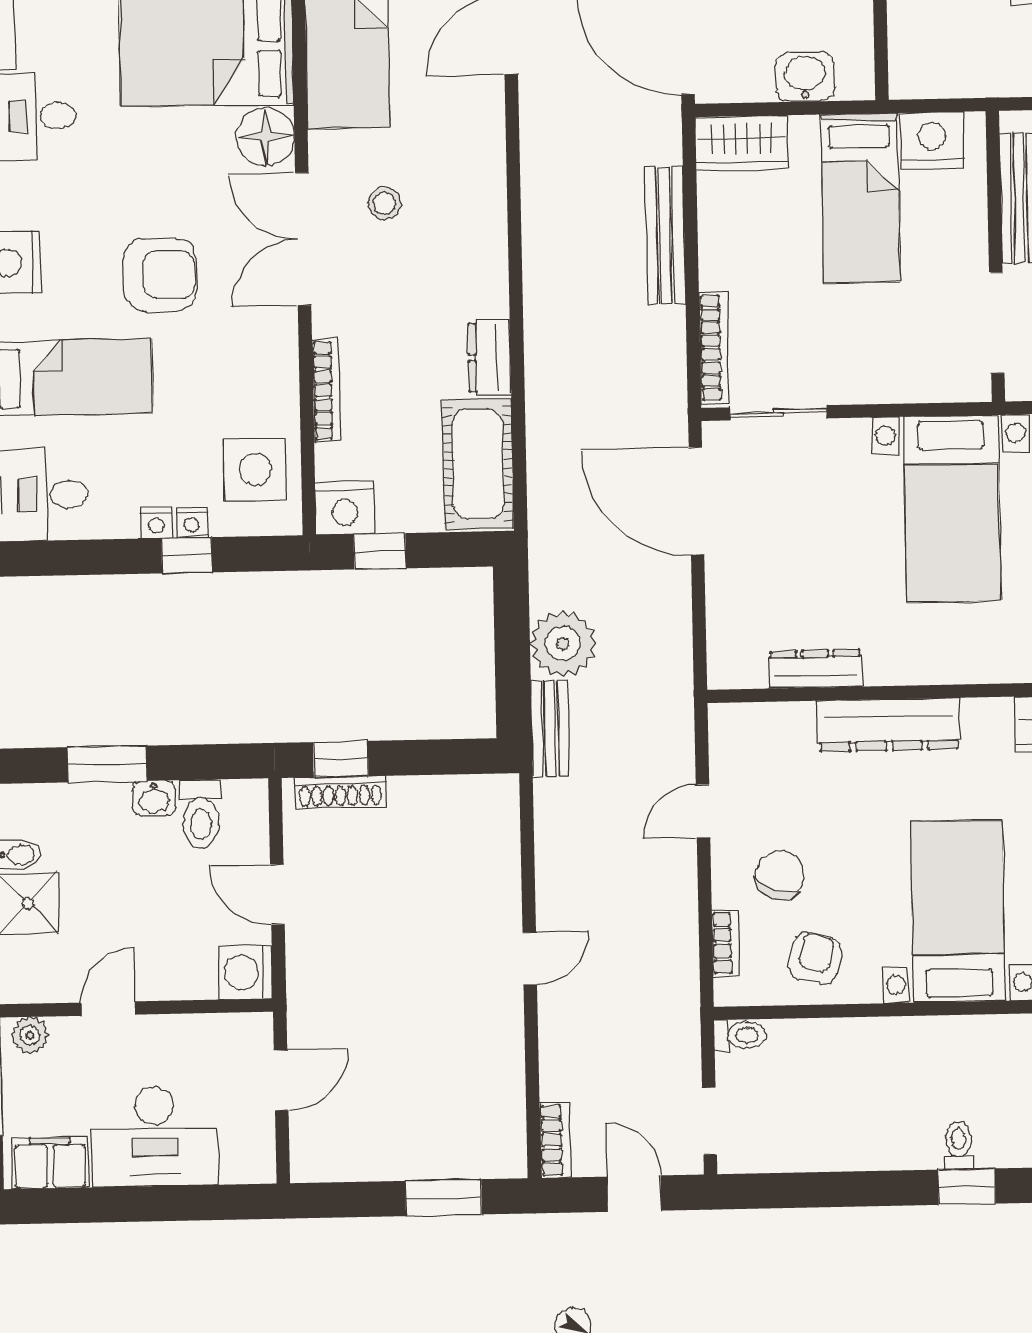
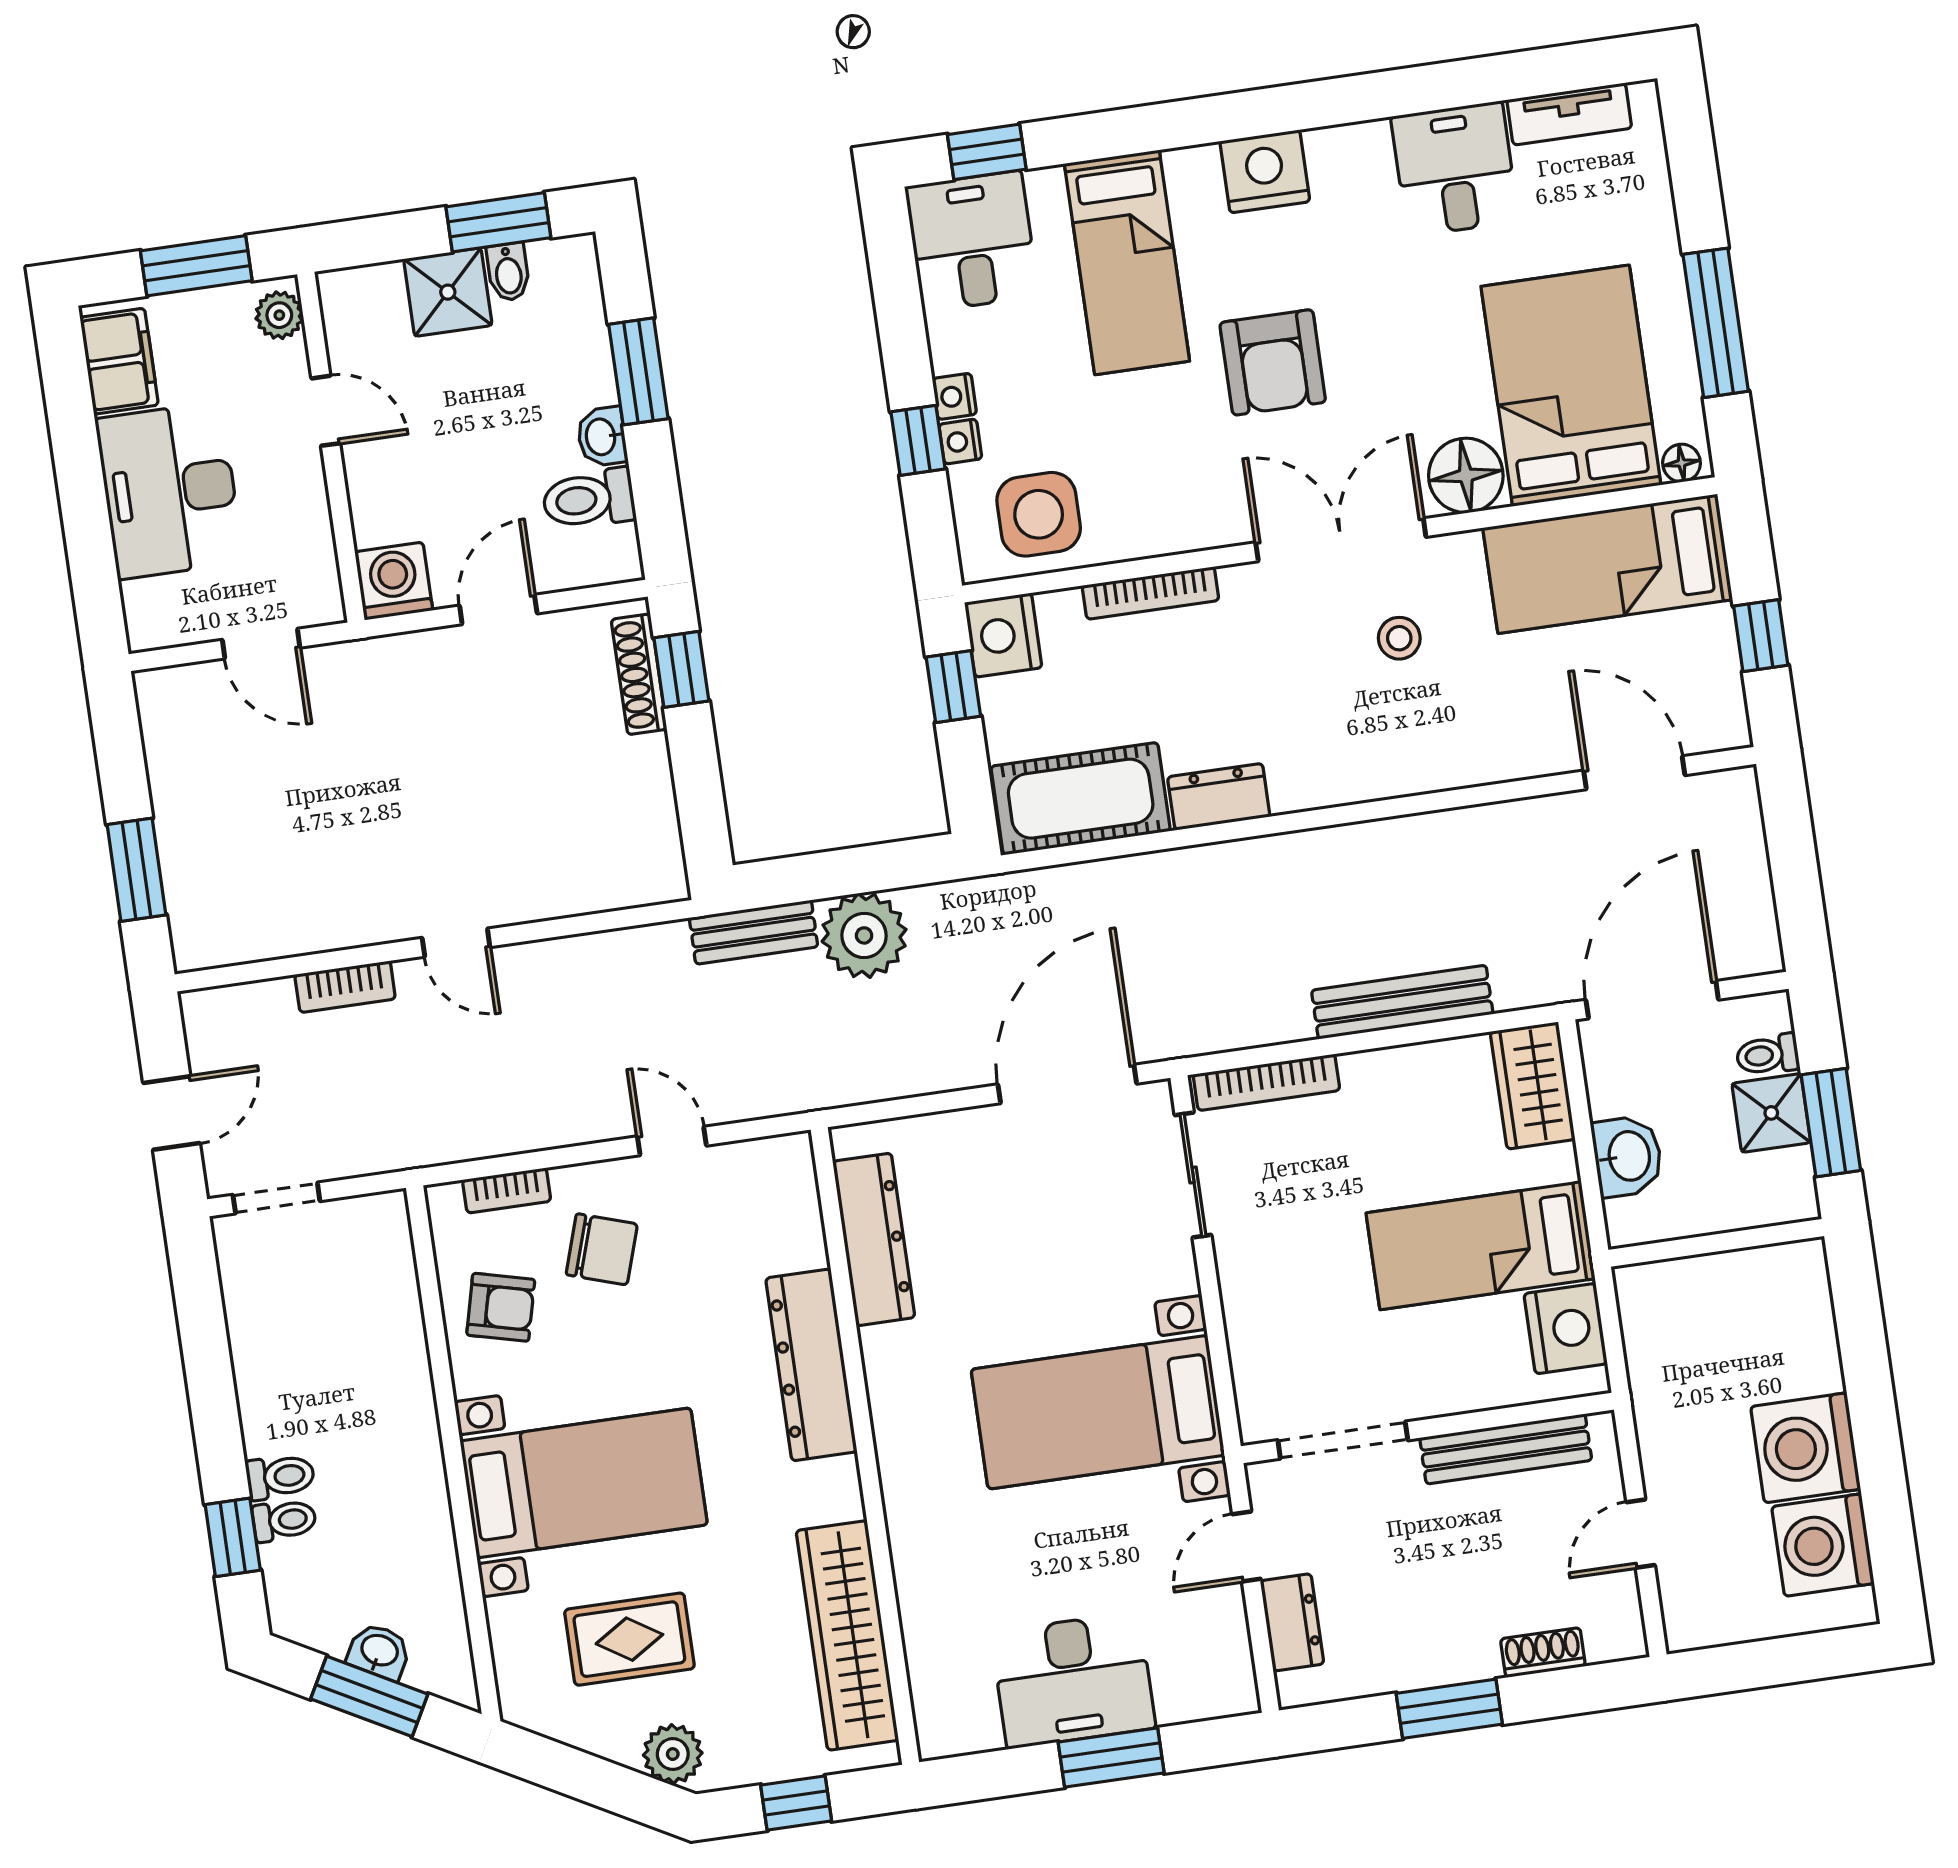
dresser: (815, 669) -> (874, 1239), width x1.37, depth x1.24
toilet: (740, 1035) -> (280, 1477), moved, turned -90
bookcase: (555, 1140) -> (345, 987), moved

